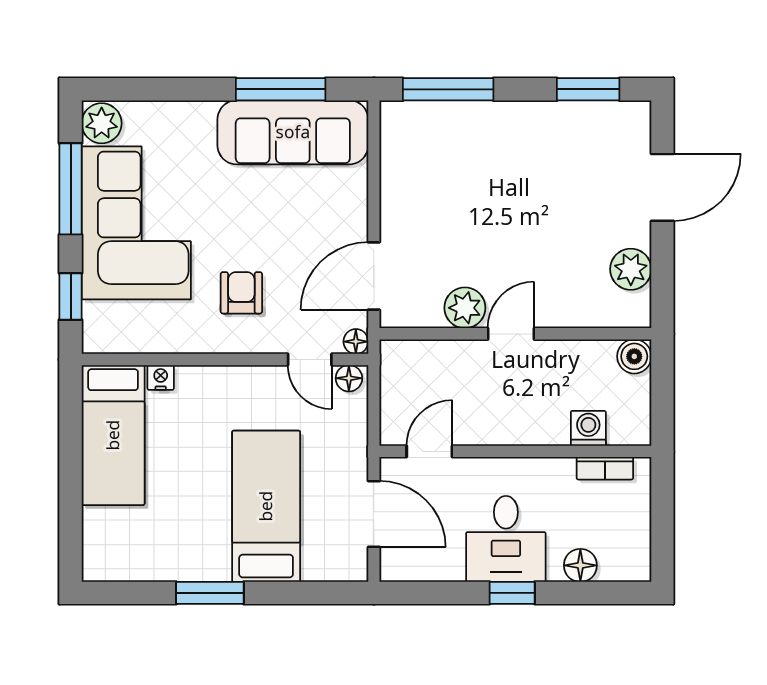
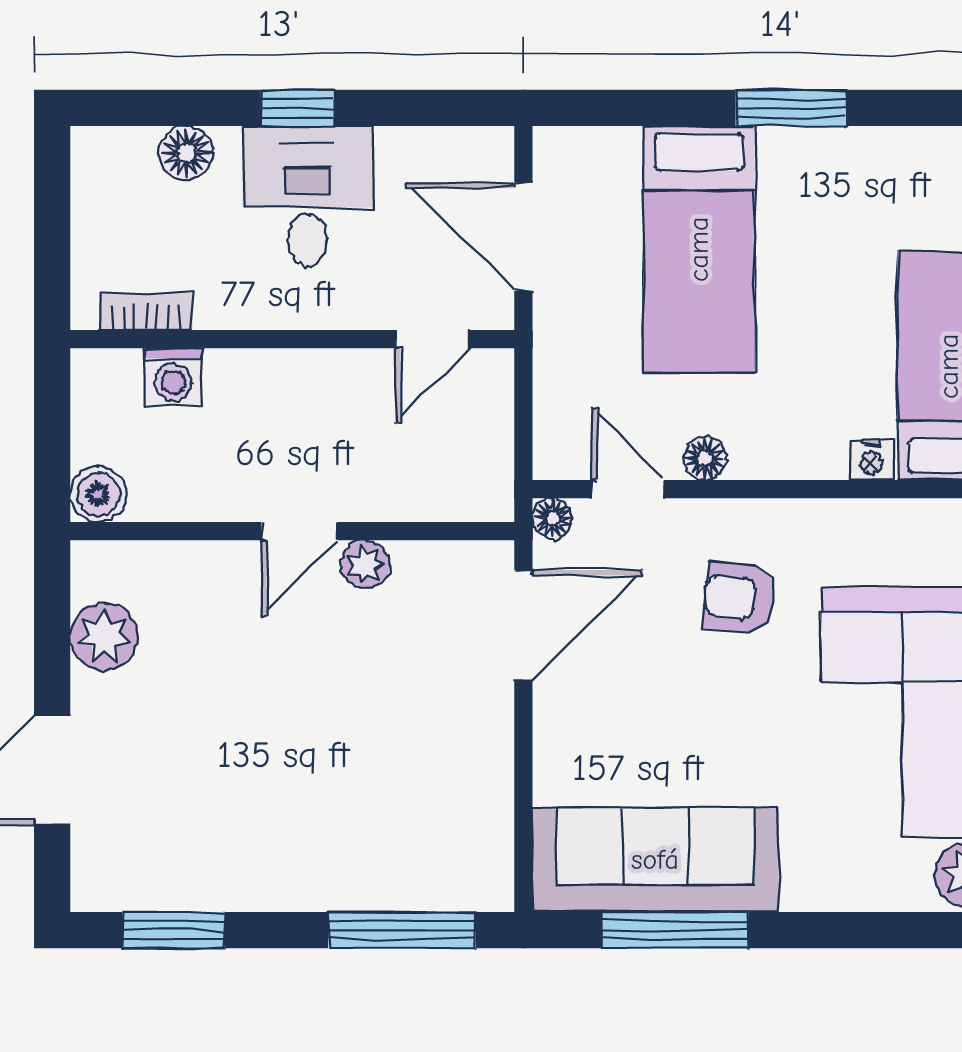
armchair: (241, 293) -> (740, 598), turned 96
plant: (465, 308) -> (366, 564), width x0.73, depth x0.73
floor lamp: (349, 378) -> (705, 458), moved

